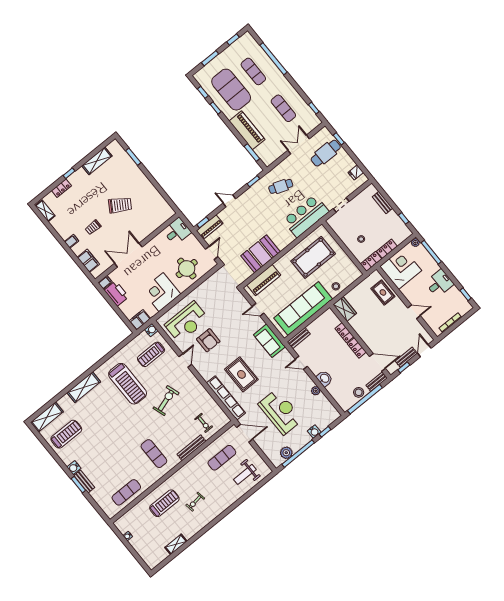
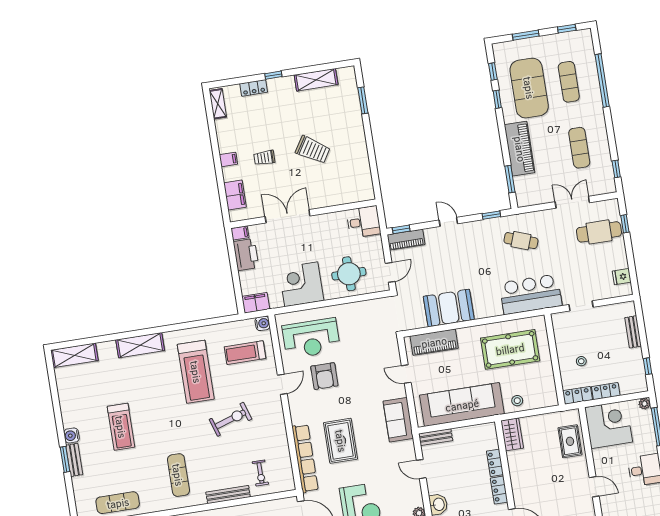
treadmill: (66, 434) -> (121, 427), moved, turned 90

